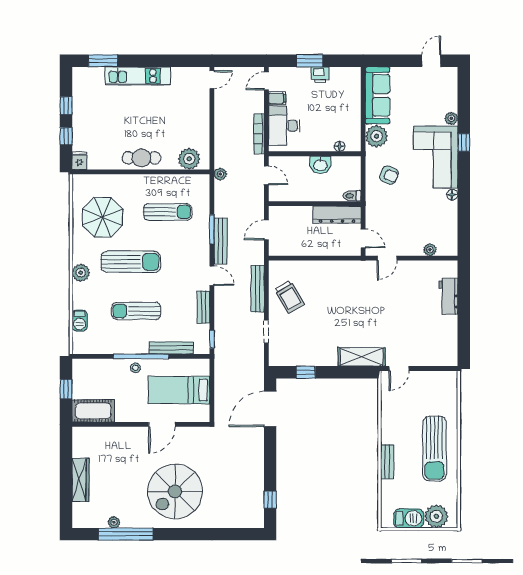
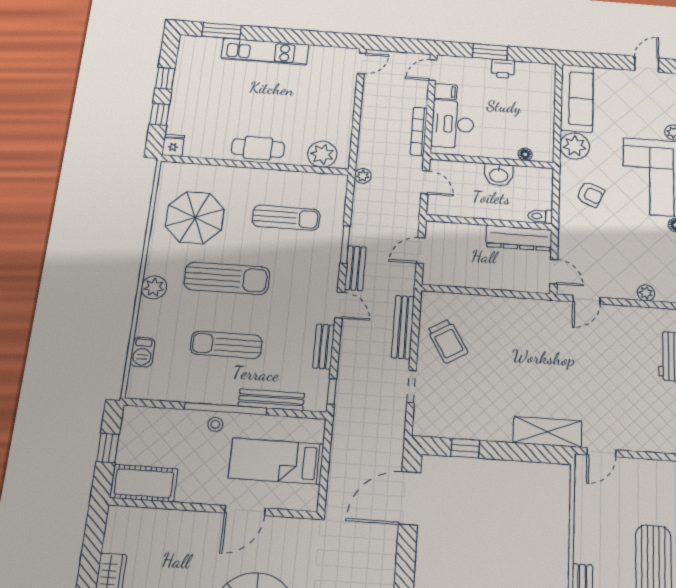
bench: (221, 241) -> (355, 268), width x0.73

